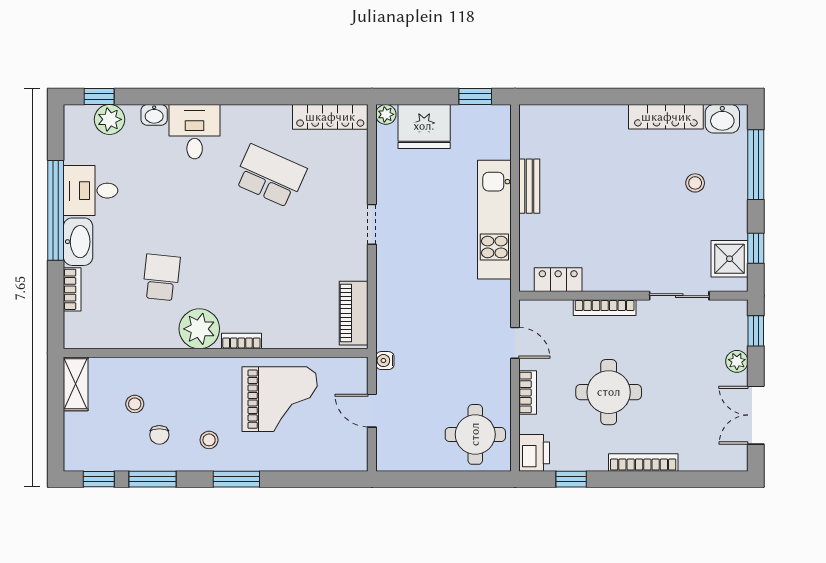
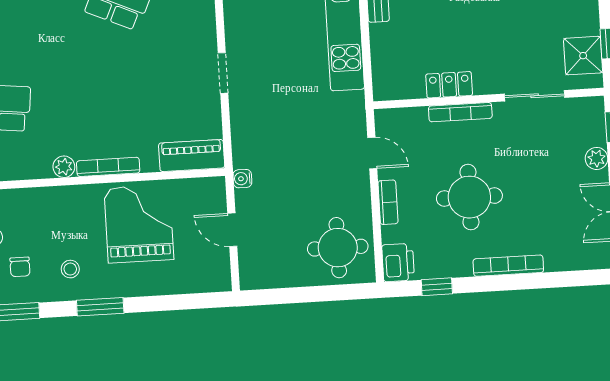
doorway: (372, 224) -> (223, 73), moved
locker: (558, 280) -> (449, 85), moved
piano: (354, 313) -> (192, 155), moved, turned 90
plant: (199, 329) -> (64, 167), width x0.53, depth x0.53
bookcase: (241, 341) -> (108, 167), width x1.56
grand piano: (280, 399) -> (139, 224), turned -90

